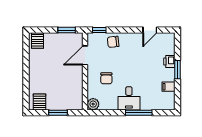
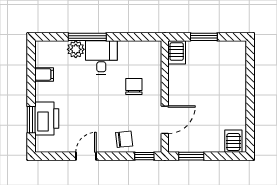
door: (150, 30) -> (86, 156), moved
printer: (169, 62) -> (47, 118), width x1.87, depth x1.48
window: (178, 70) -> (31, 120), moved
server rack: (39, 102) -> (177, 52), moved
plant: (93, 104) -> (76, 49), moved

